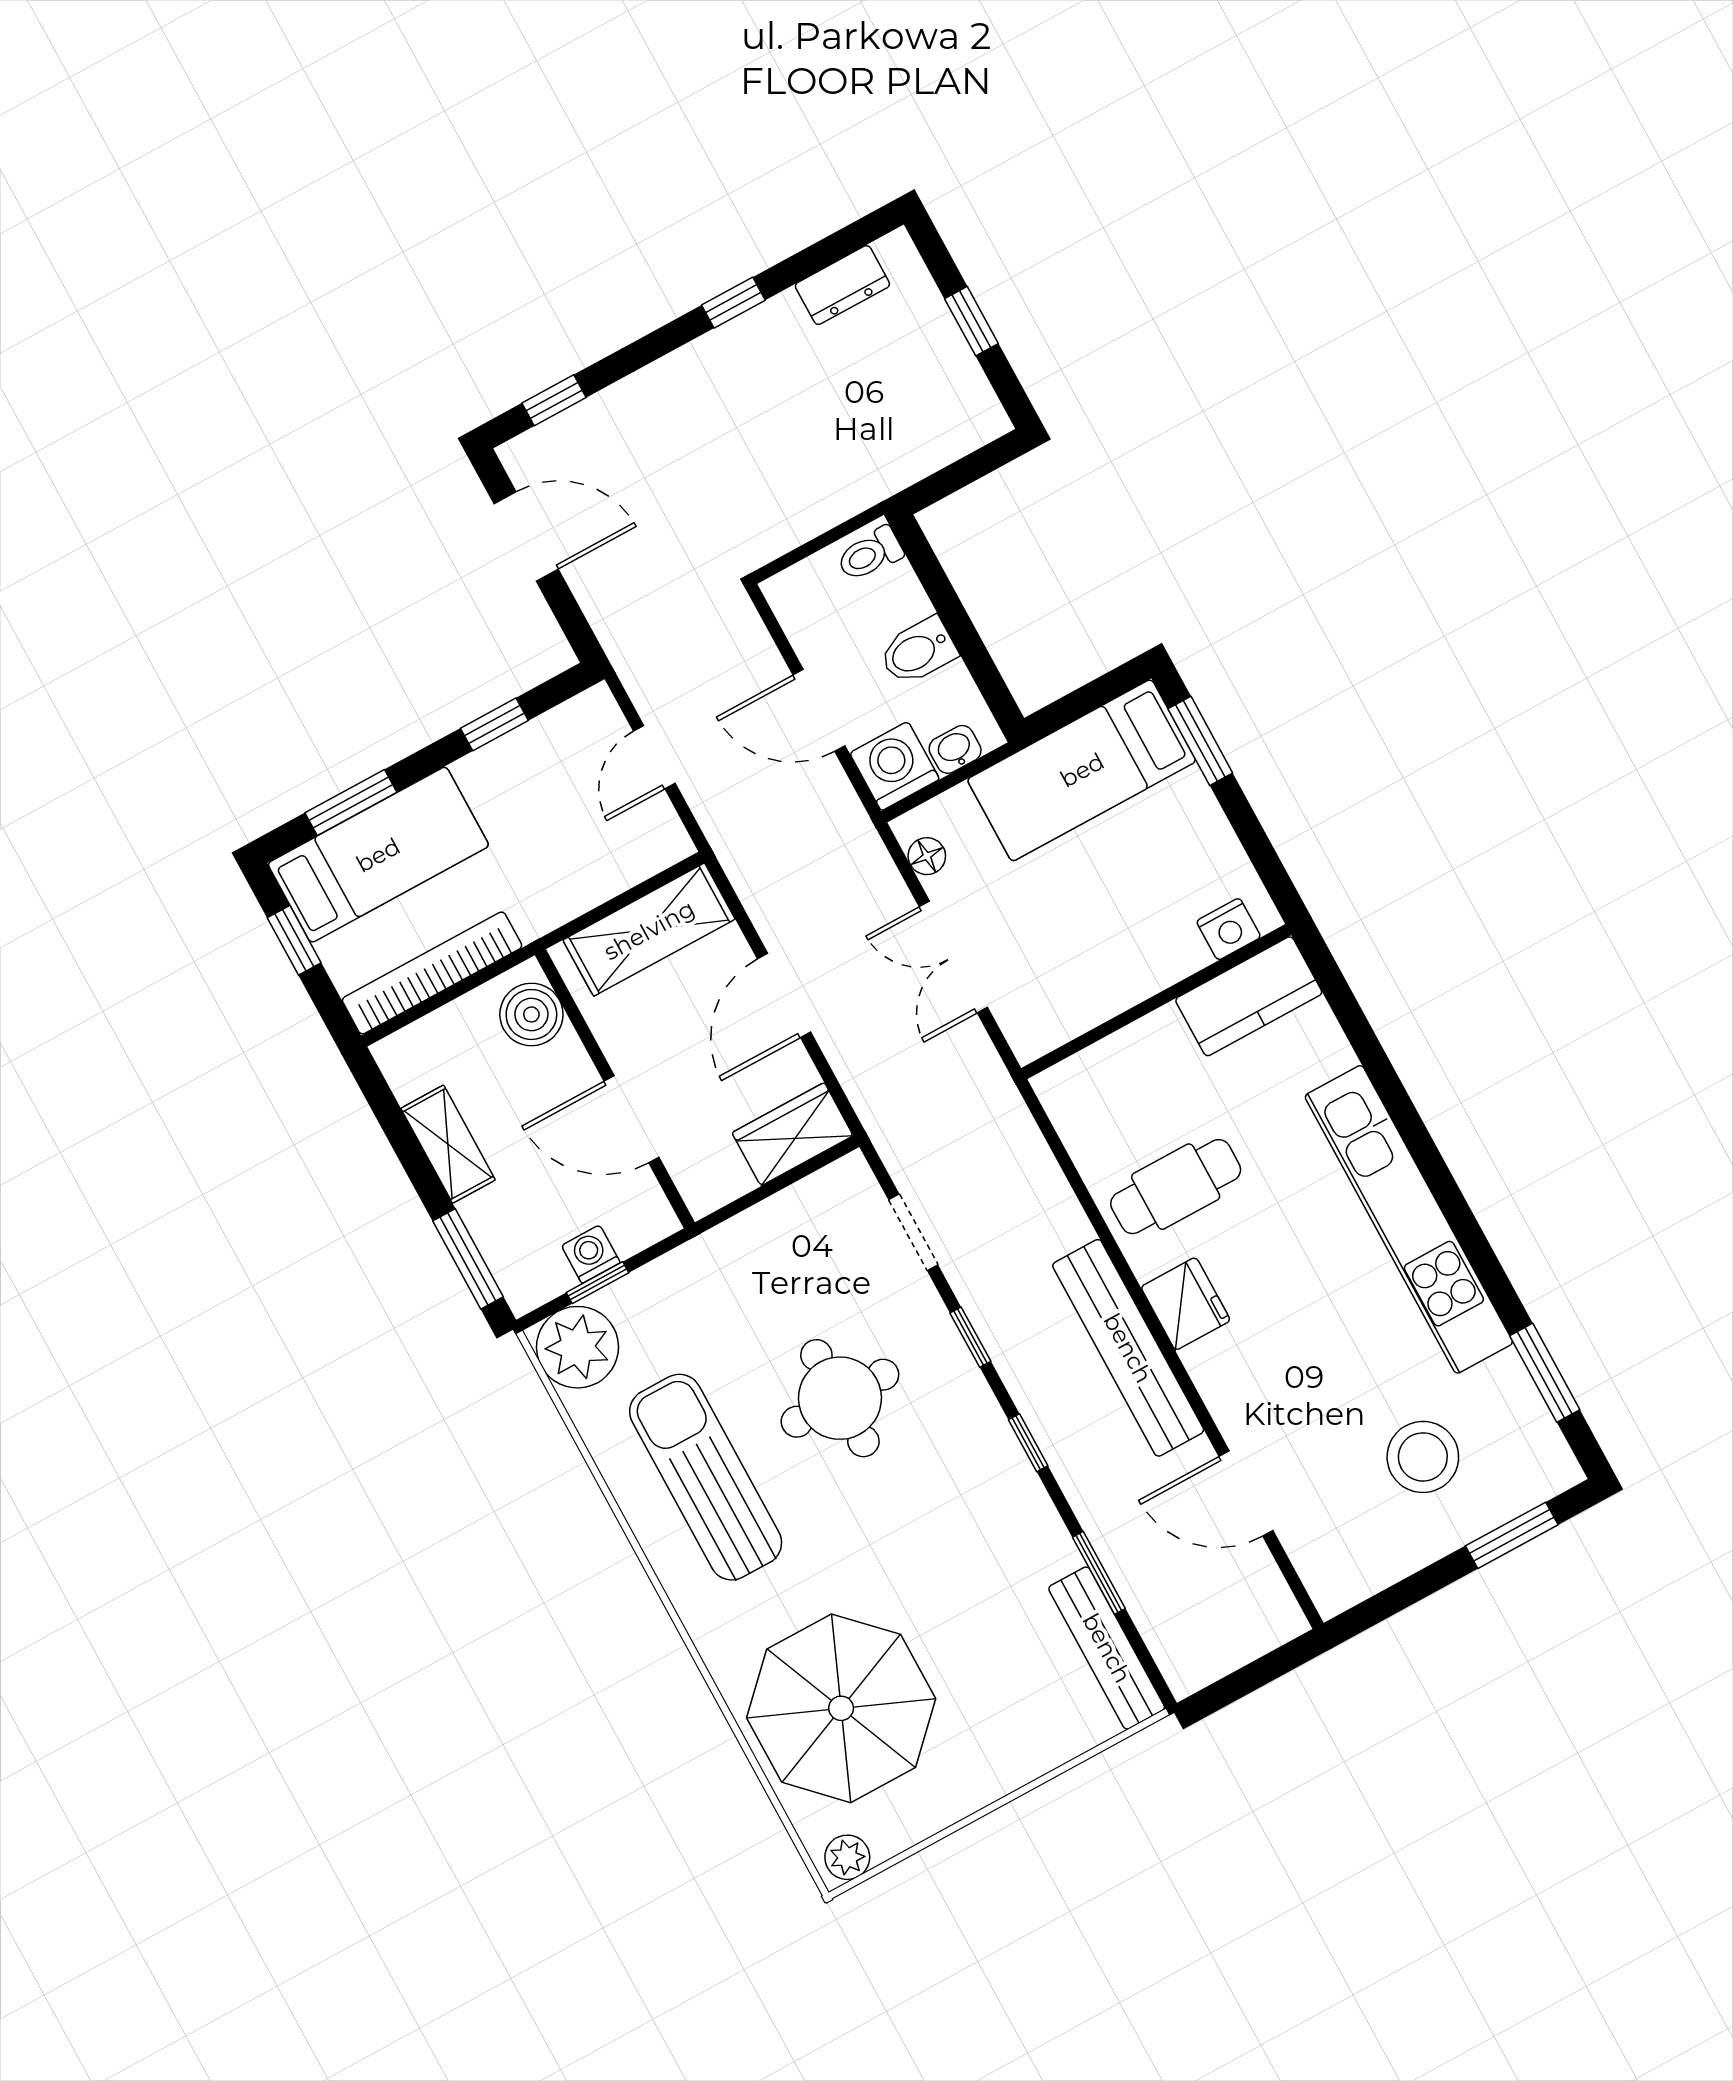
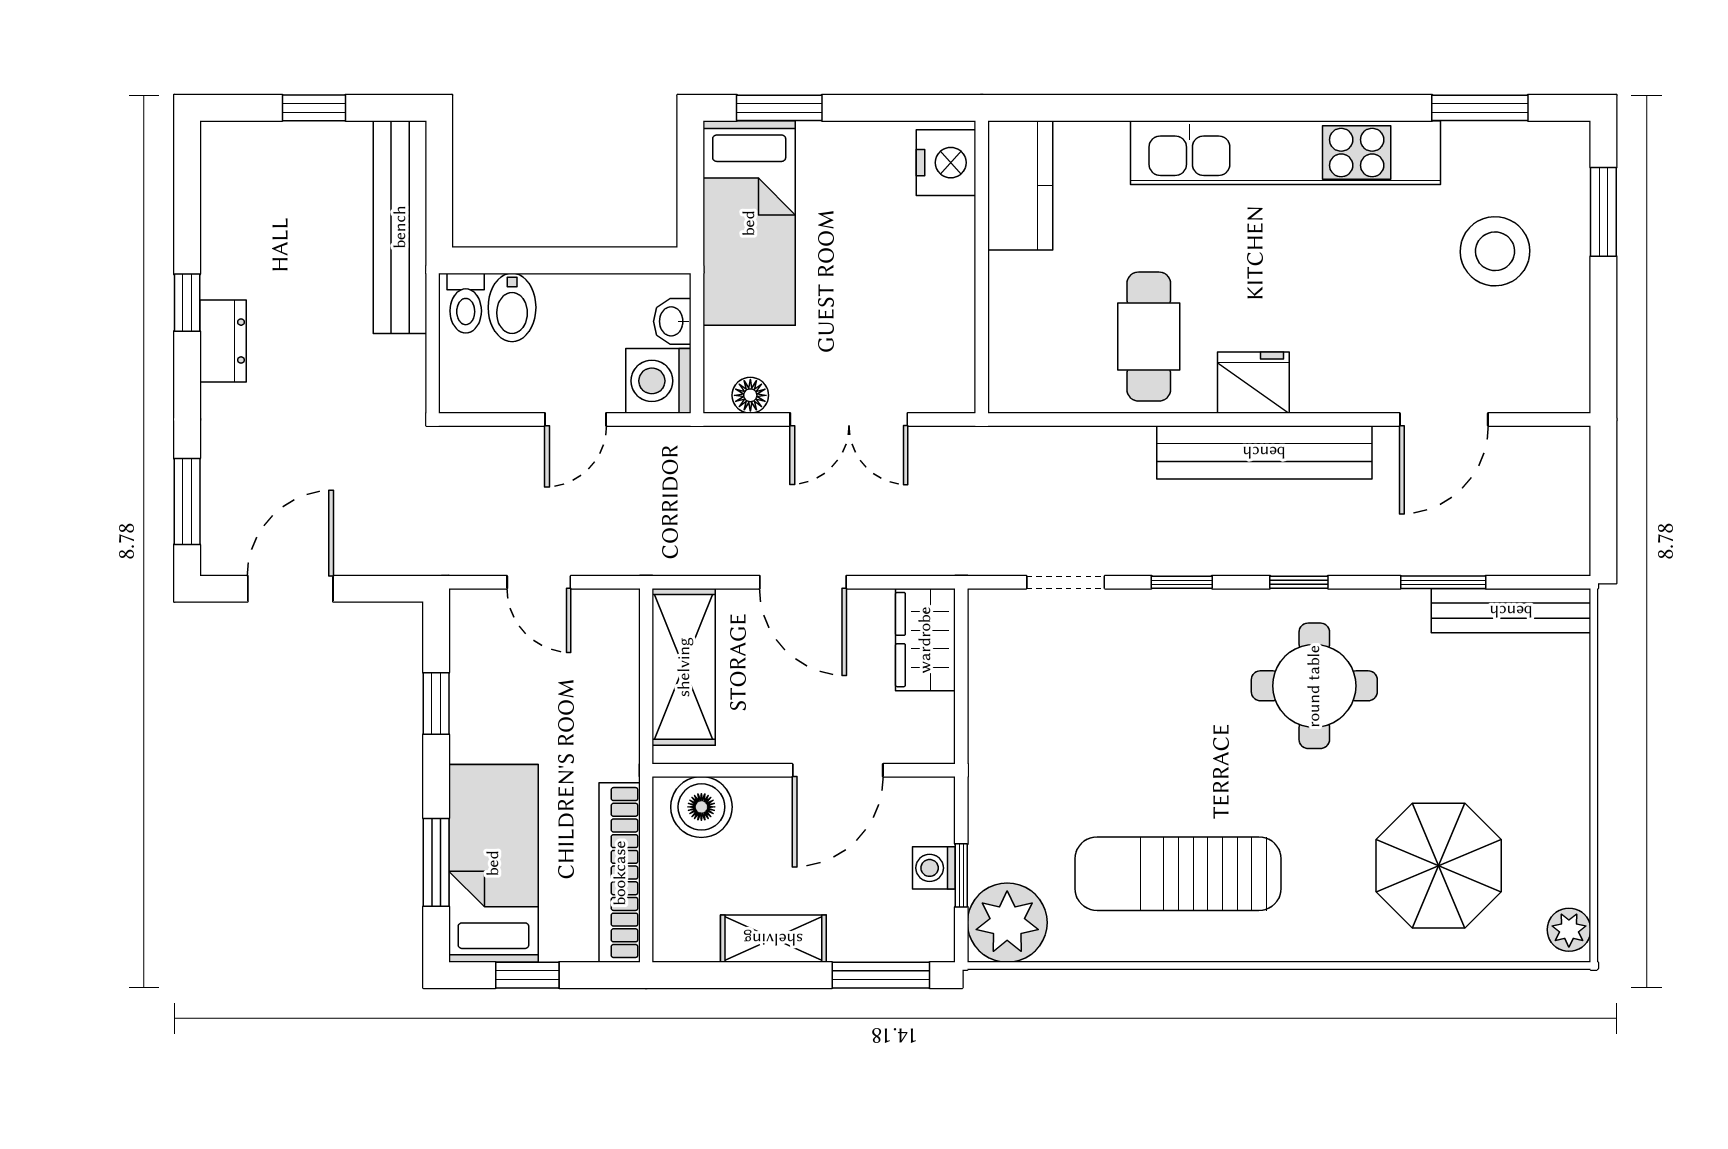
dresser: (842, 285) -> (223, 341), moved
window: (554, 400) -> (187, 501), width x1.50
bench: (906, 457) -> (400, 227), added
bidet: (918, 651) -> (512, 307), moved
door: (819, 710) -> (576, 419), width x0.73
nightstand: (1229, 929) -> (946, 163), width x1.36, depth x1.33
round table: (840, 1398) -> (1314, 686), moved
parasol: (841, 1708) -> (1439, 866), width x0.73, depth x0.73

